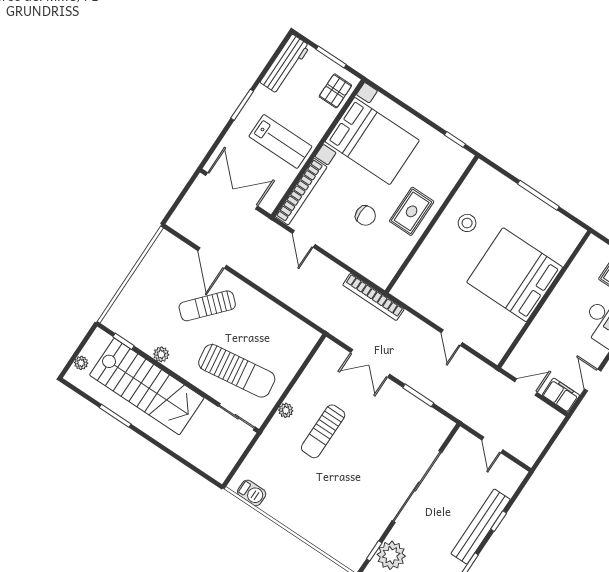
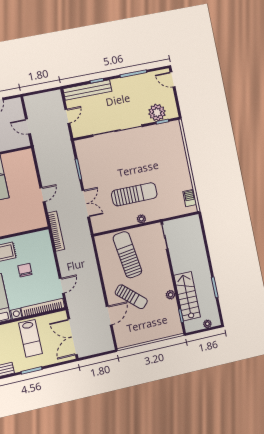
lab bench: (280, 141) -> (30, 338), turned 180
door: (452, 338) -> (42, 195), moved
sun lounger: (237, 371) -> (127, 255), moved
stairs: (147, 387) -> (187, 296), width x0.73, depth x0.66
filing cabinet: (561, 395) -> (16, 108), removed
sun lounger: (323, 431) -> (134, 194), width x1.36, depth x1.34
bench: (481, 527) -> (87, 90), moved

